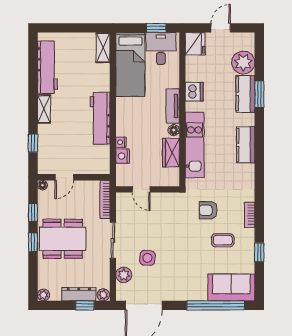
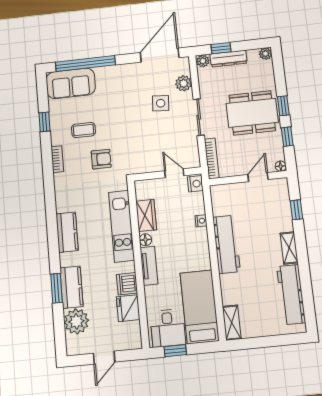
fridge: (195, 44) -> (128, 308), moved
nightstand: (123, 156) -> (195, 184), moved

